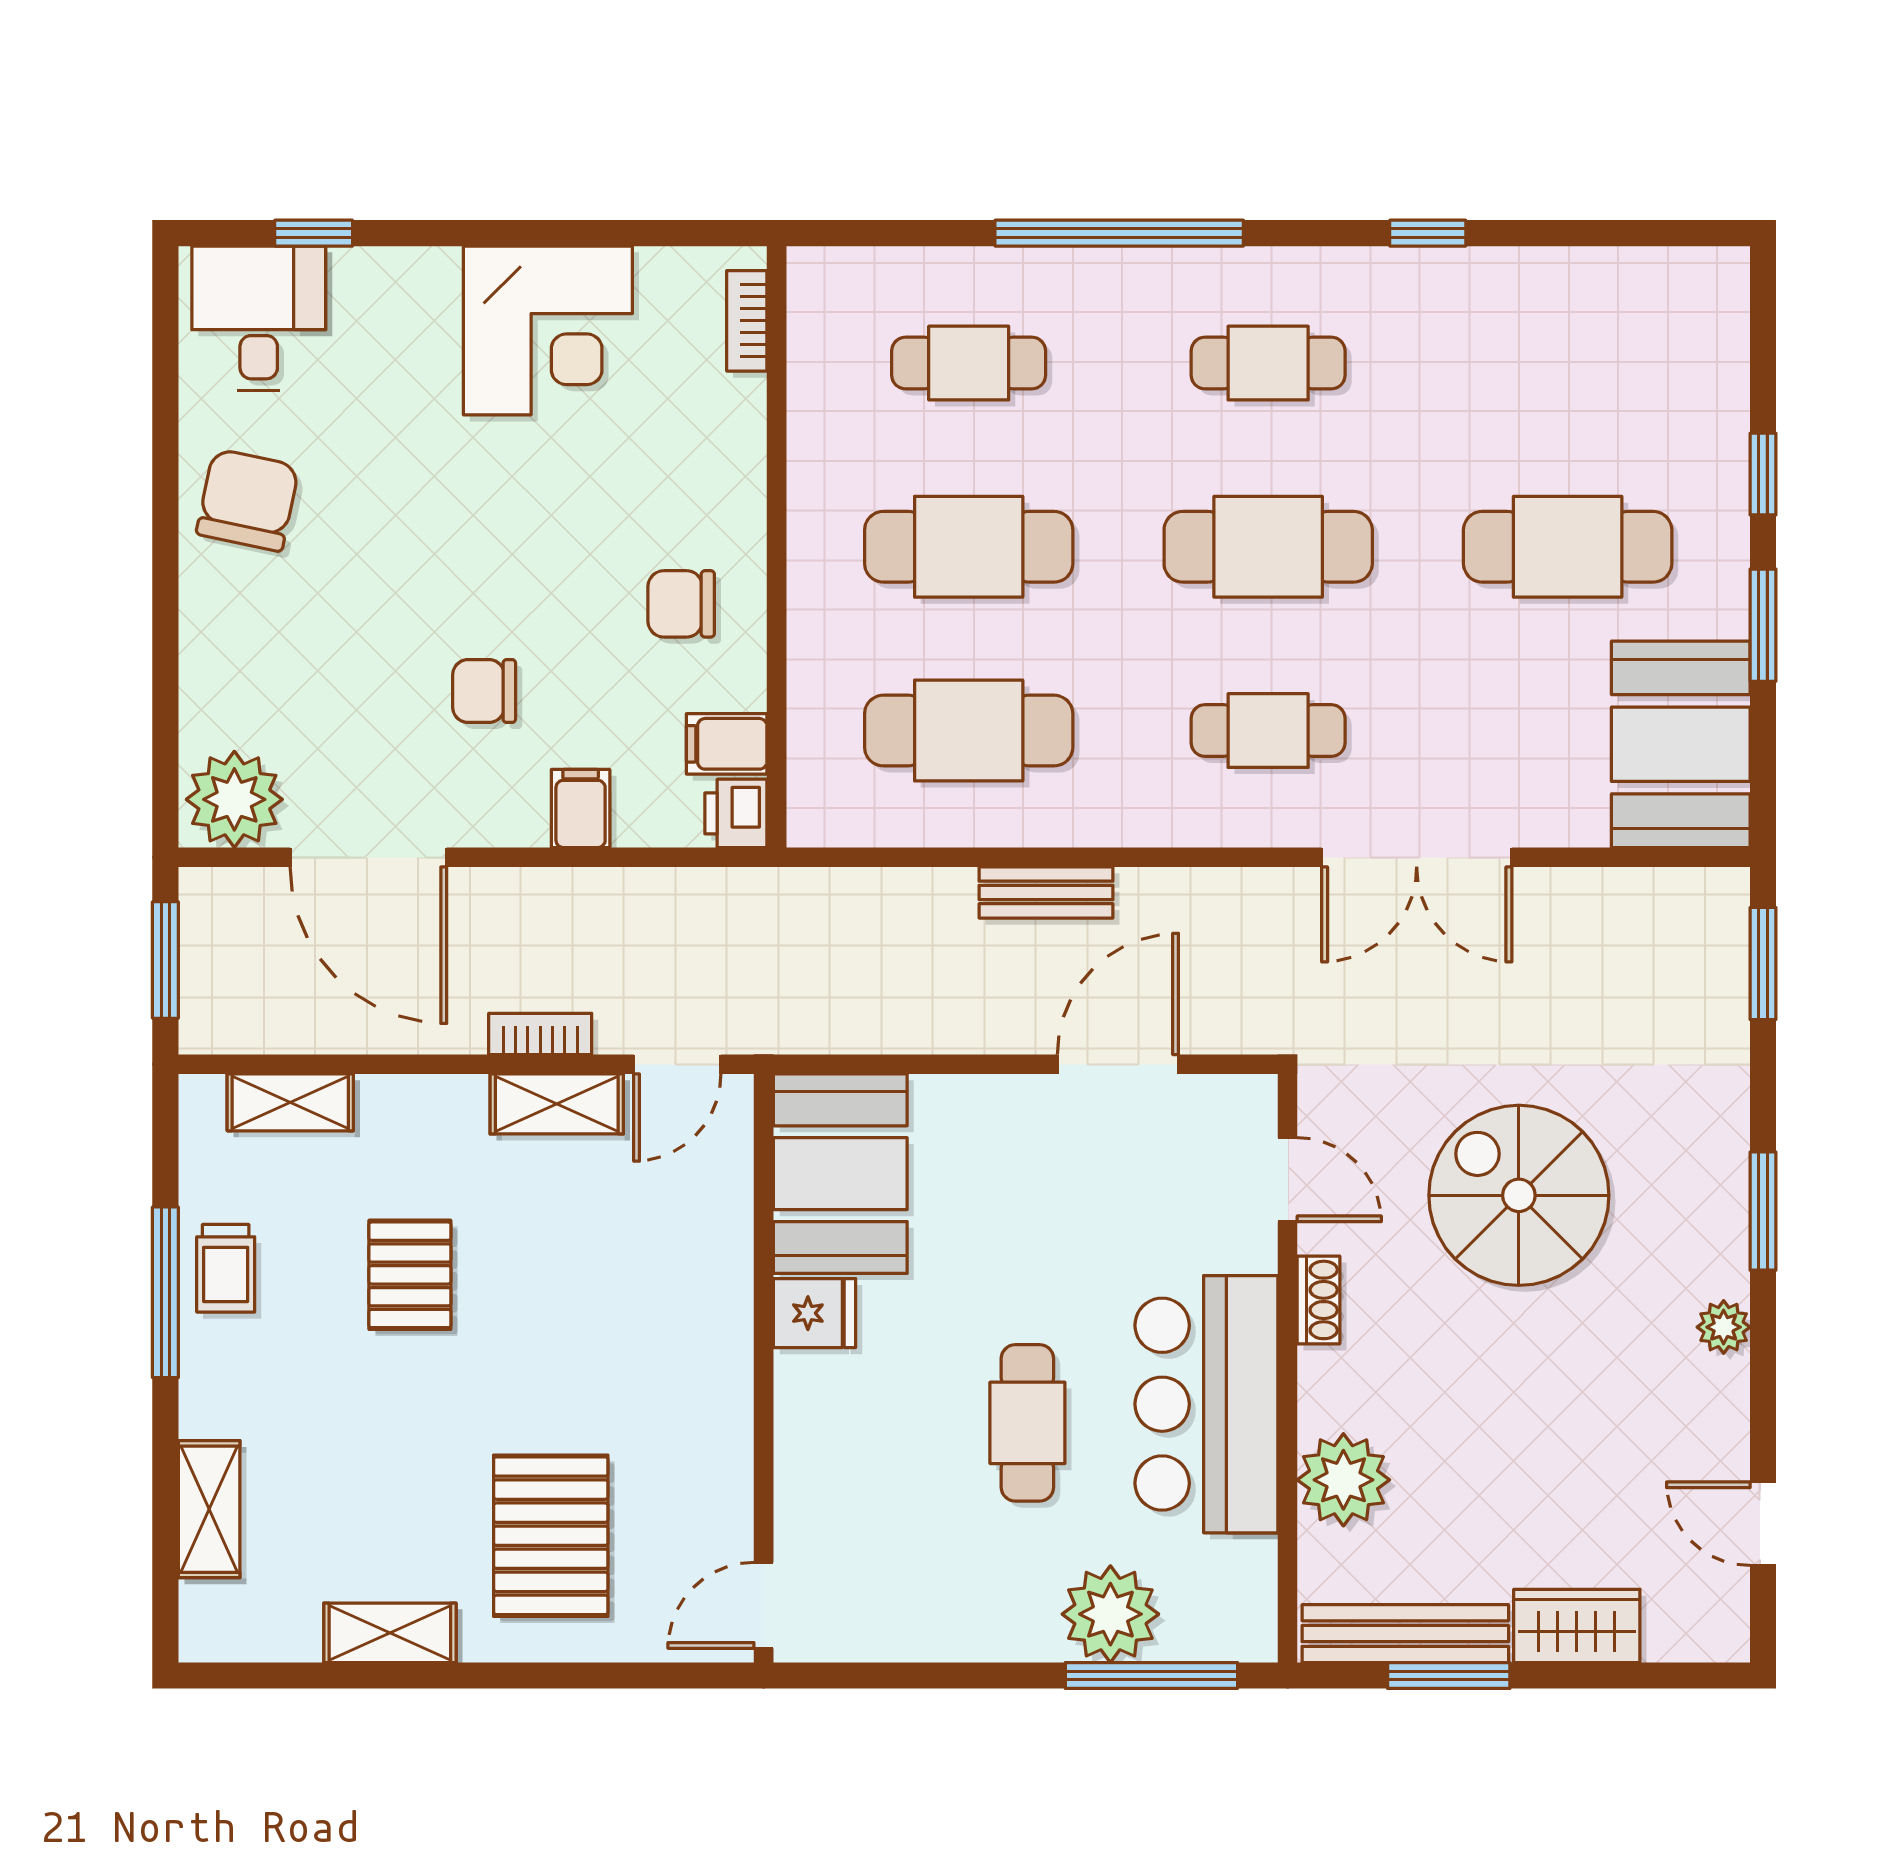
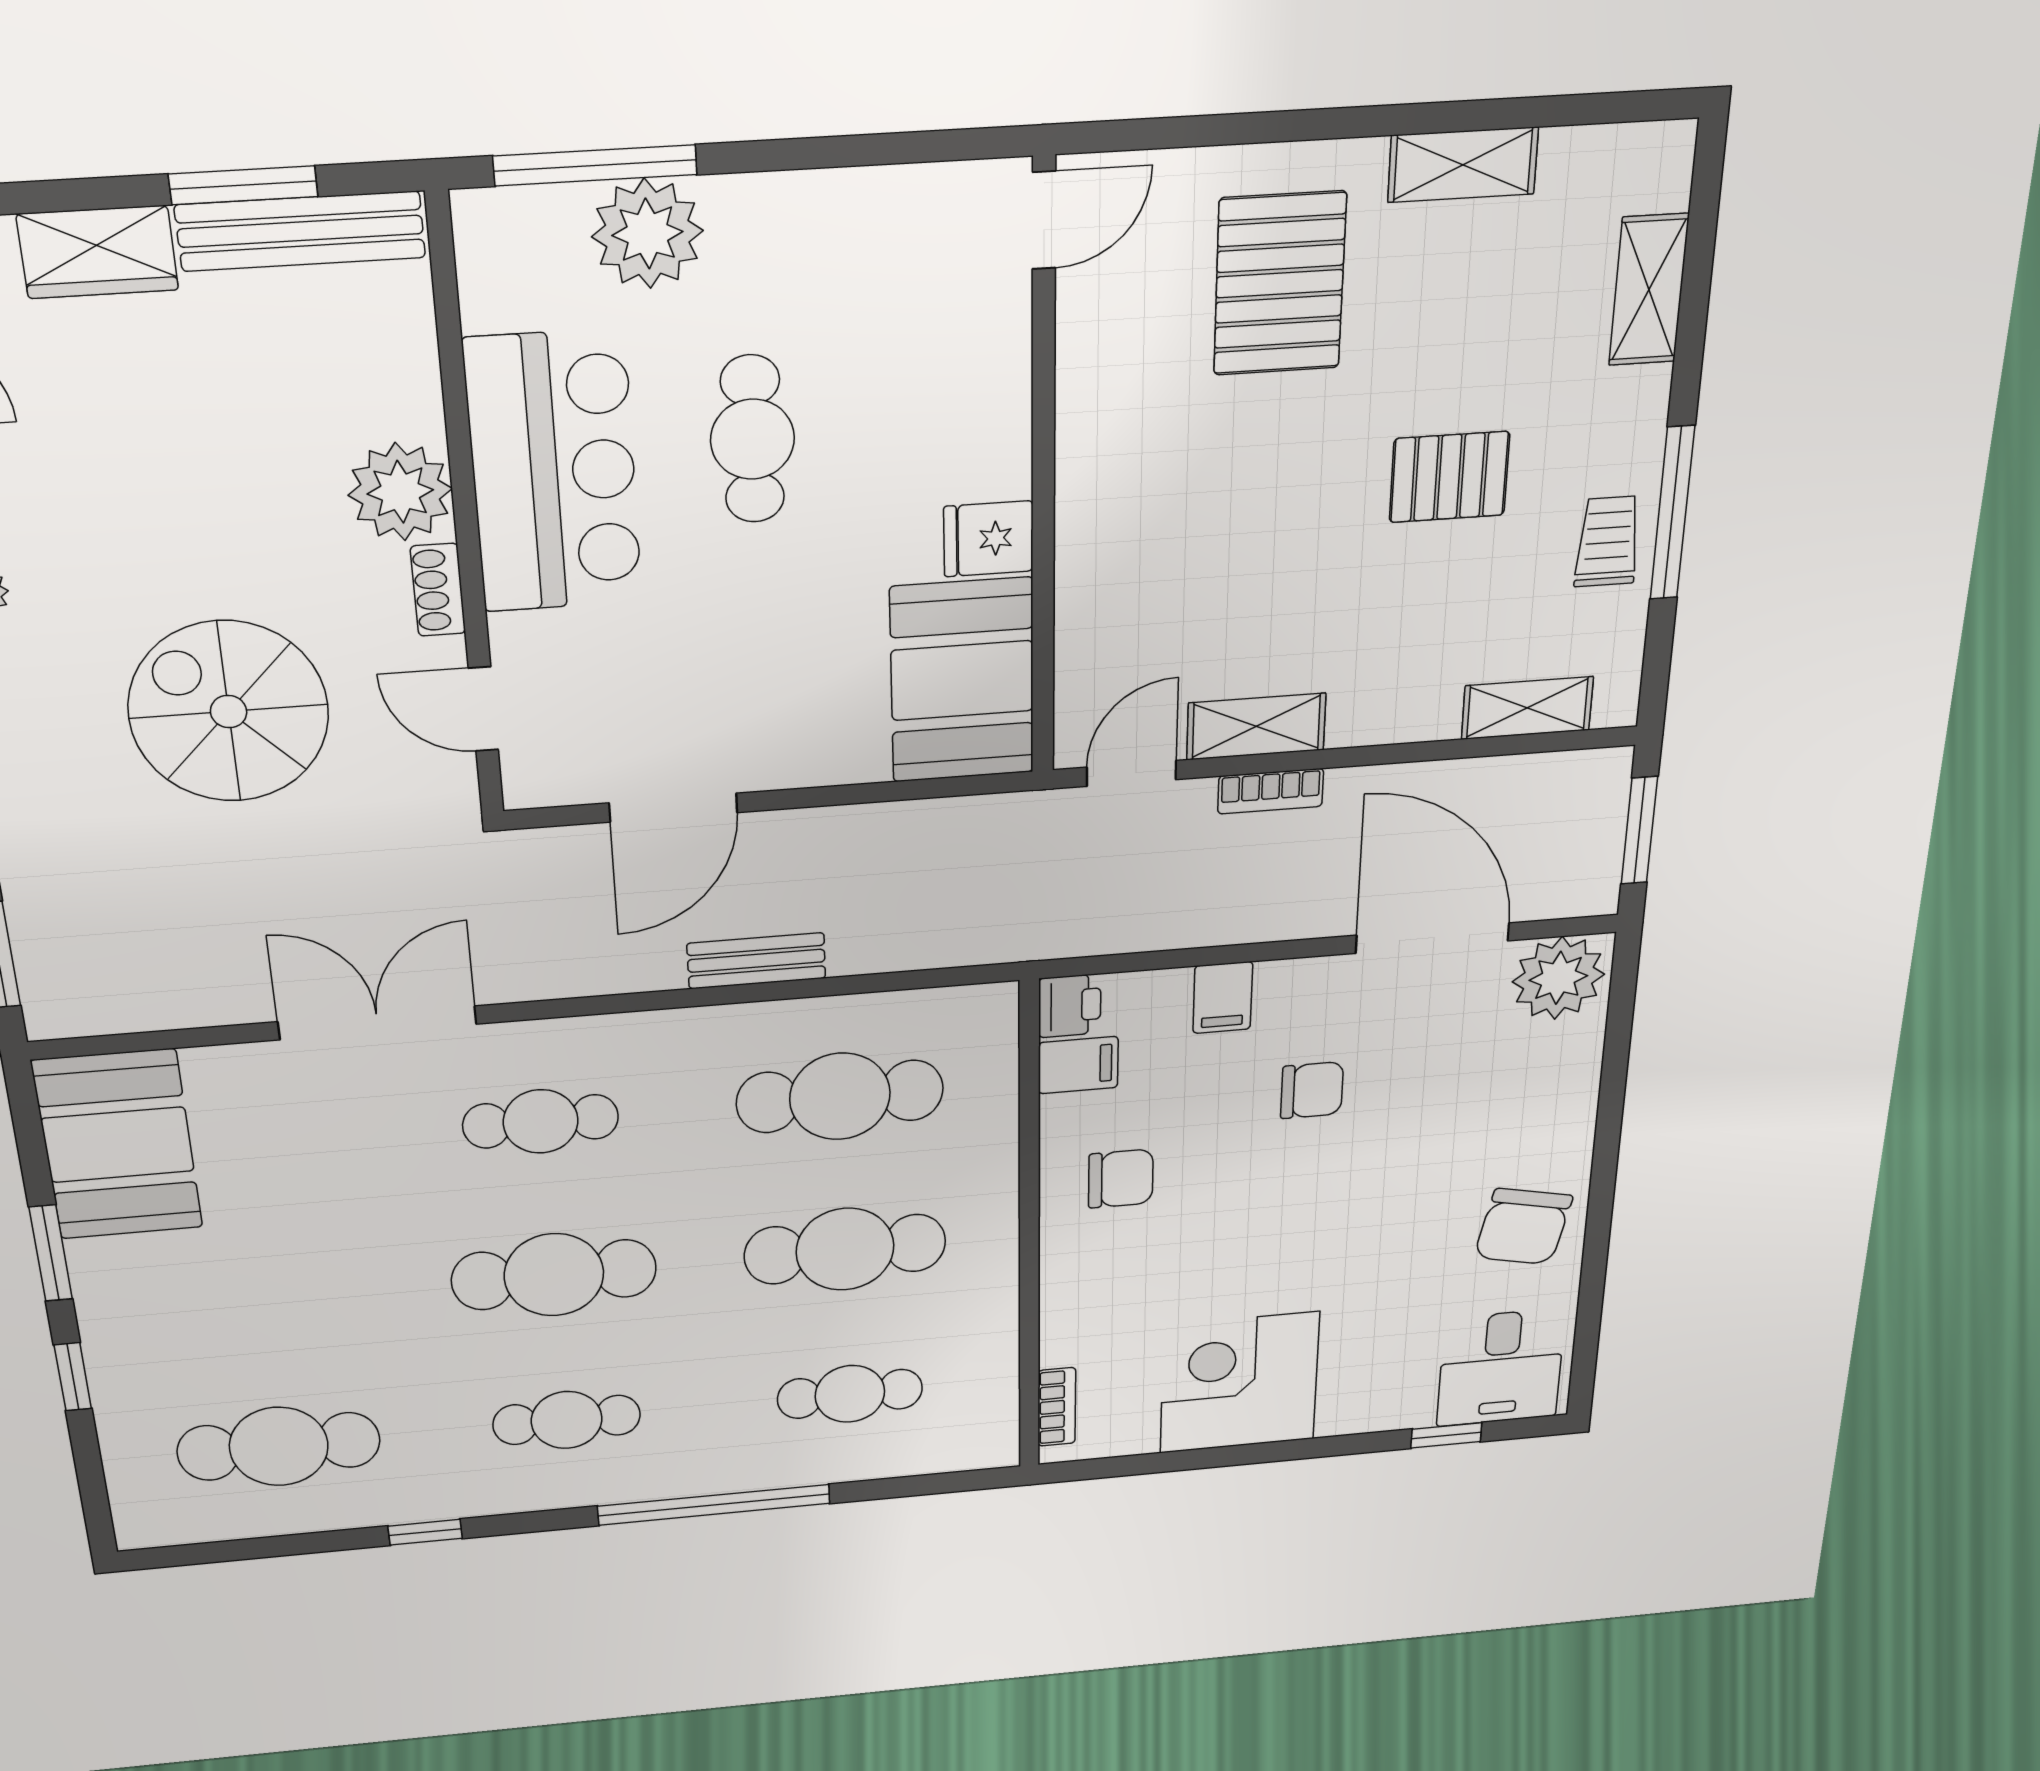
cafe table: (1568, 547) -> (279, 1446), moved
spiral stairs: (1519, 1195) -> (229, 712), turned 180
pallet: (410, 1275) -> (1449, 477), moved, turned 90
plant: (1343, 1480) -> (400, 492), moved

